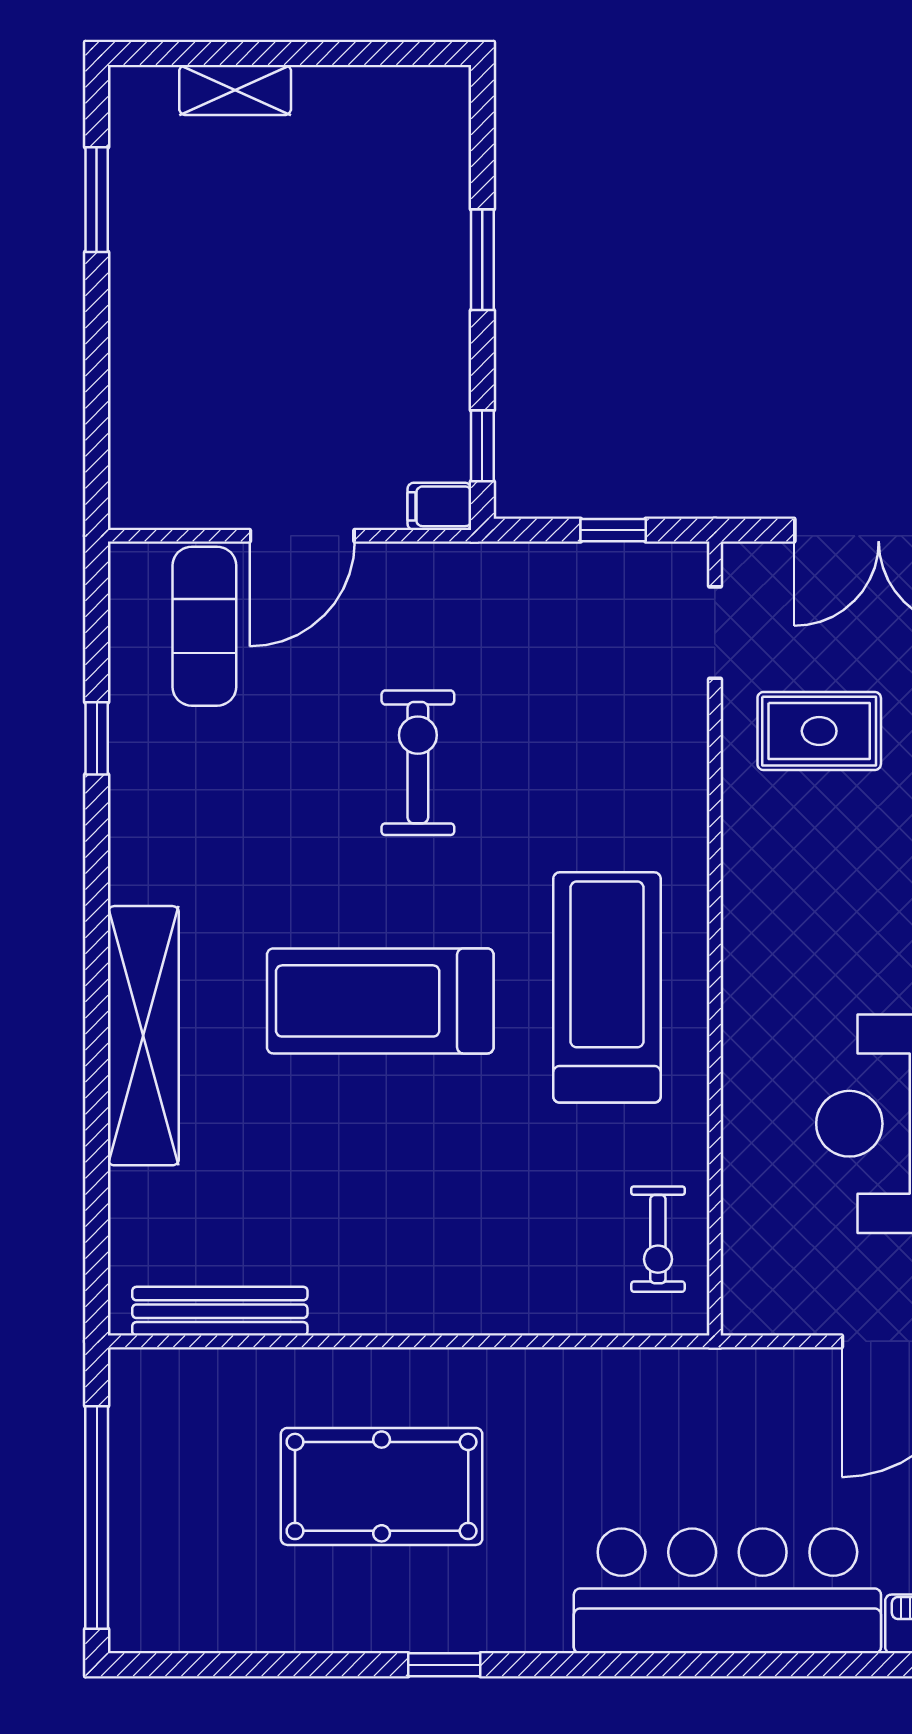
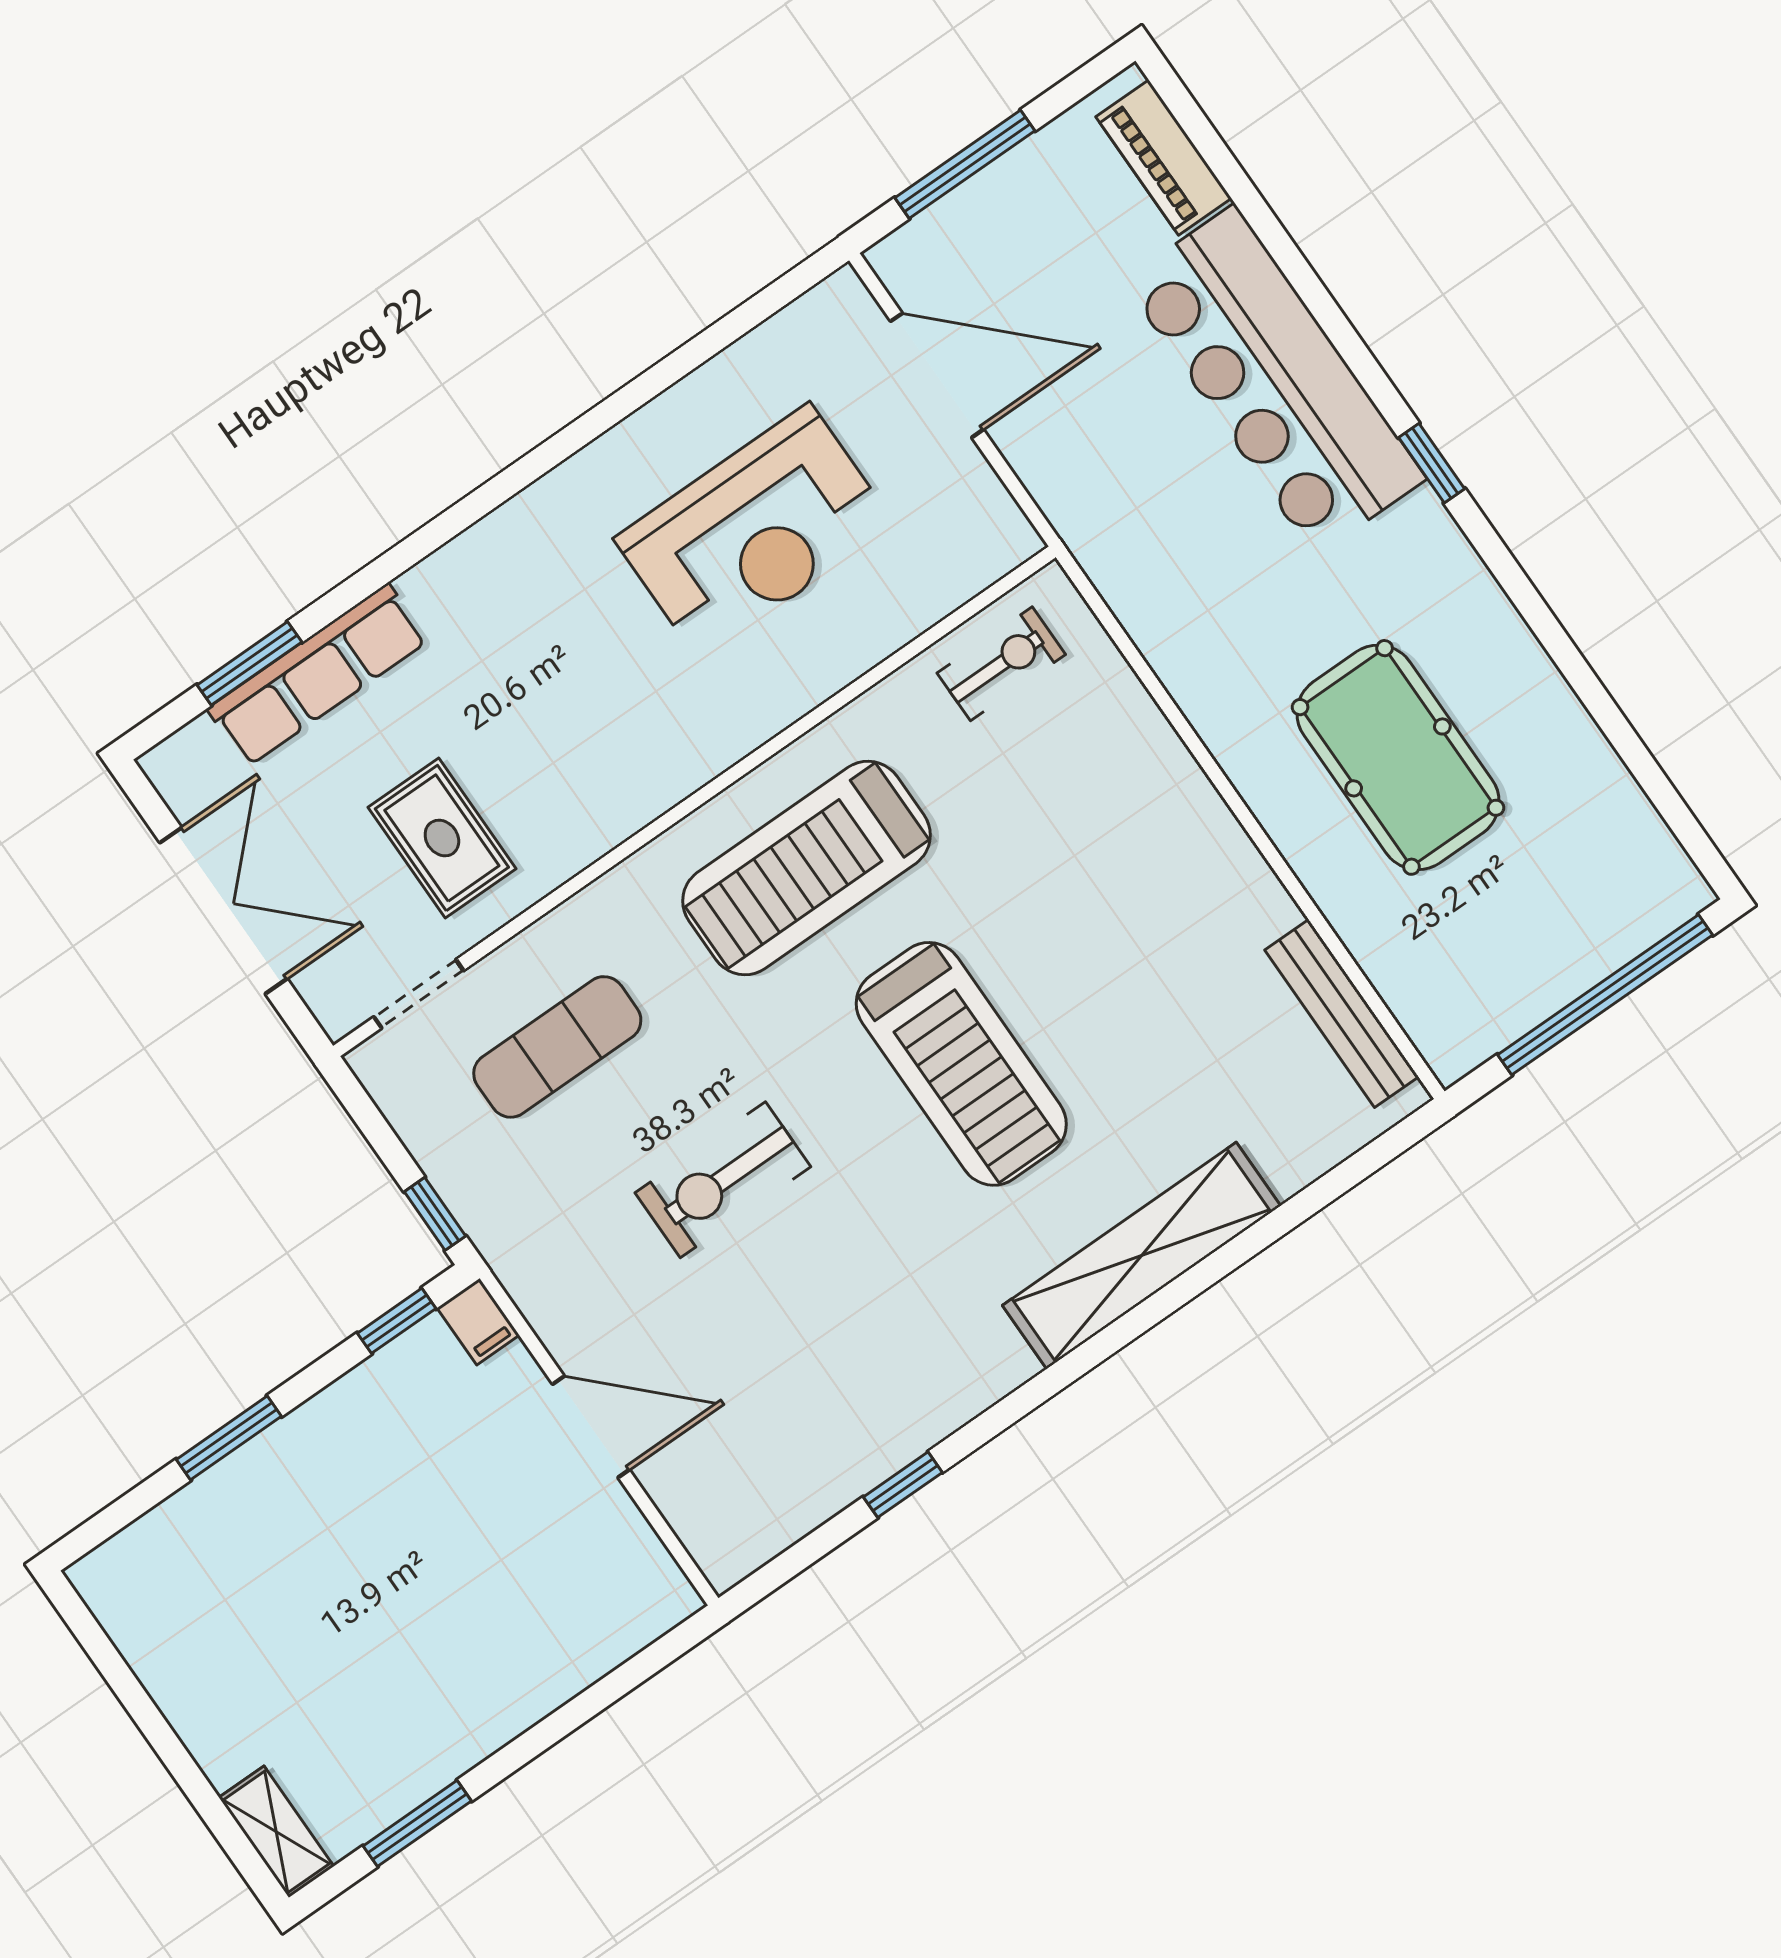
shelving: (235, 90) -> (276, 1832), moved
window: (613, 530) -> (435, 1214), moved
exercise mat: (204, 626) -> (557, 1047), moved
window: (444, 1665) -> (1432, 463), moved

